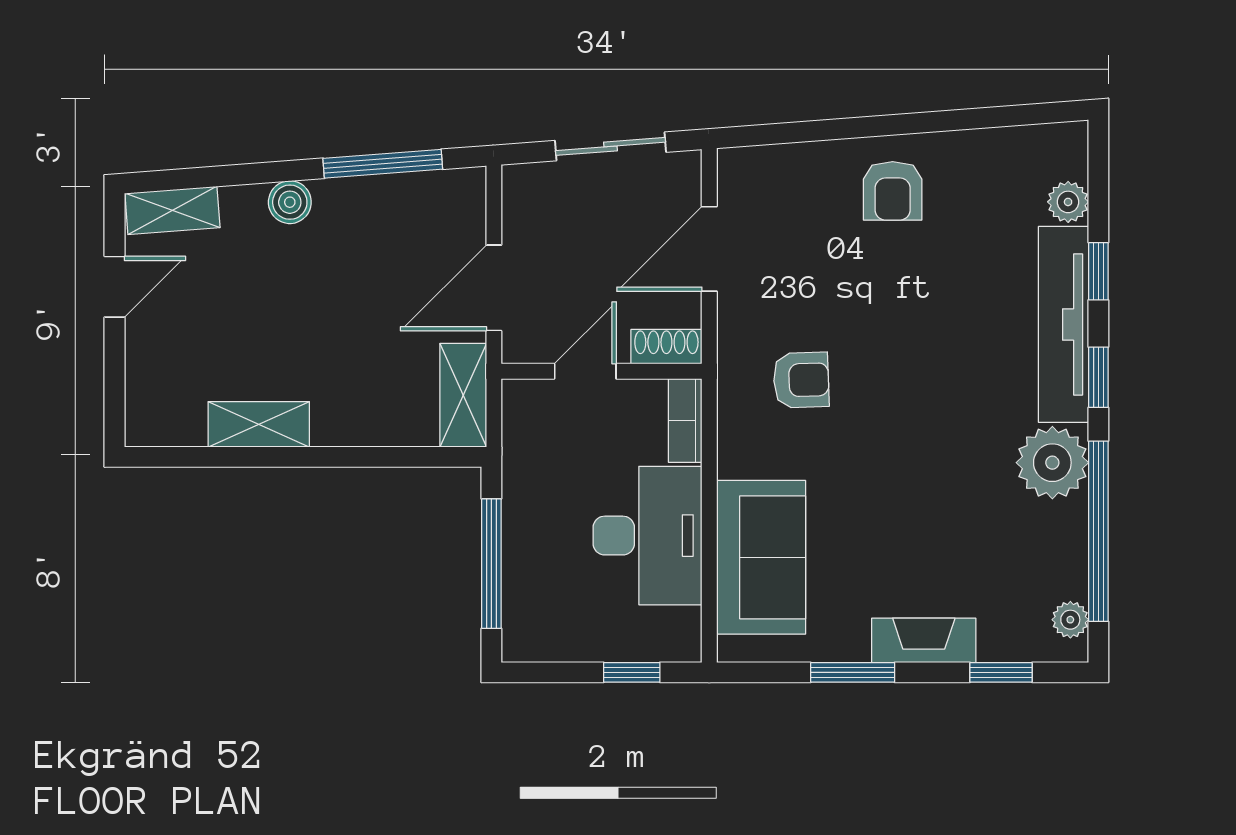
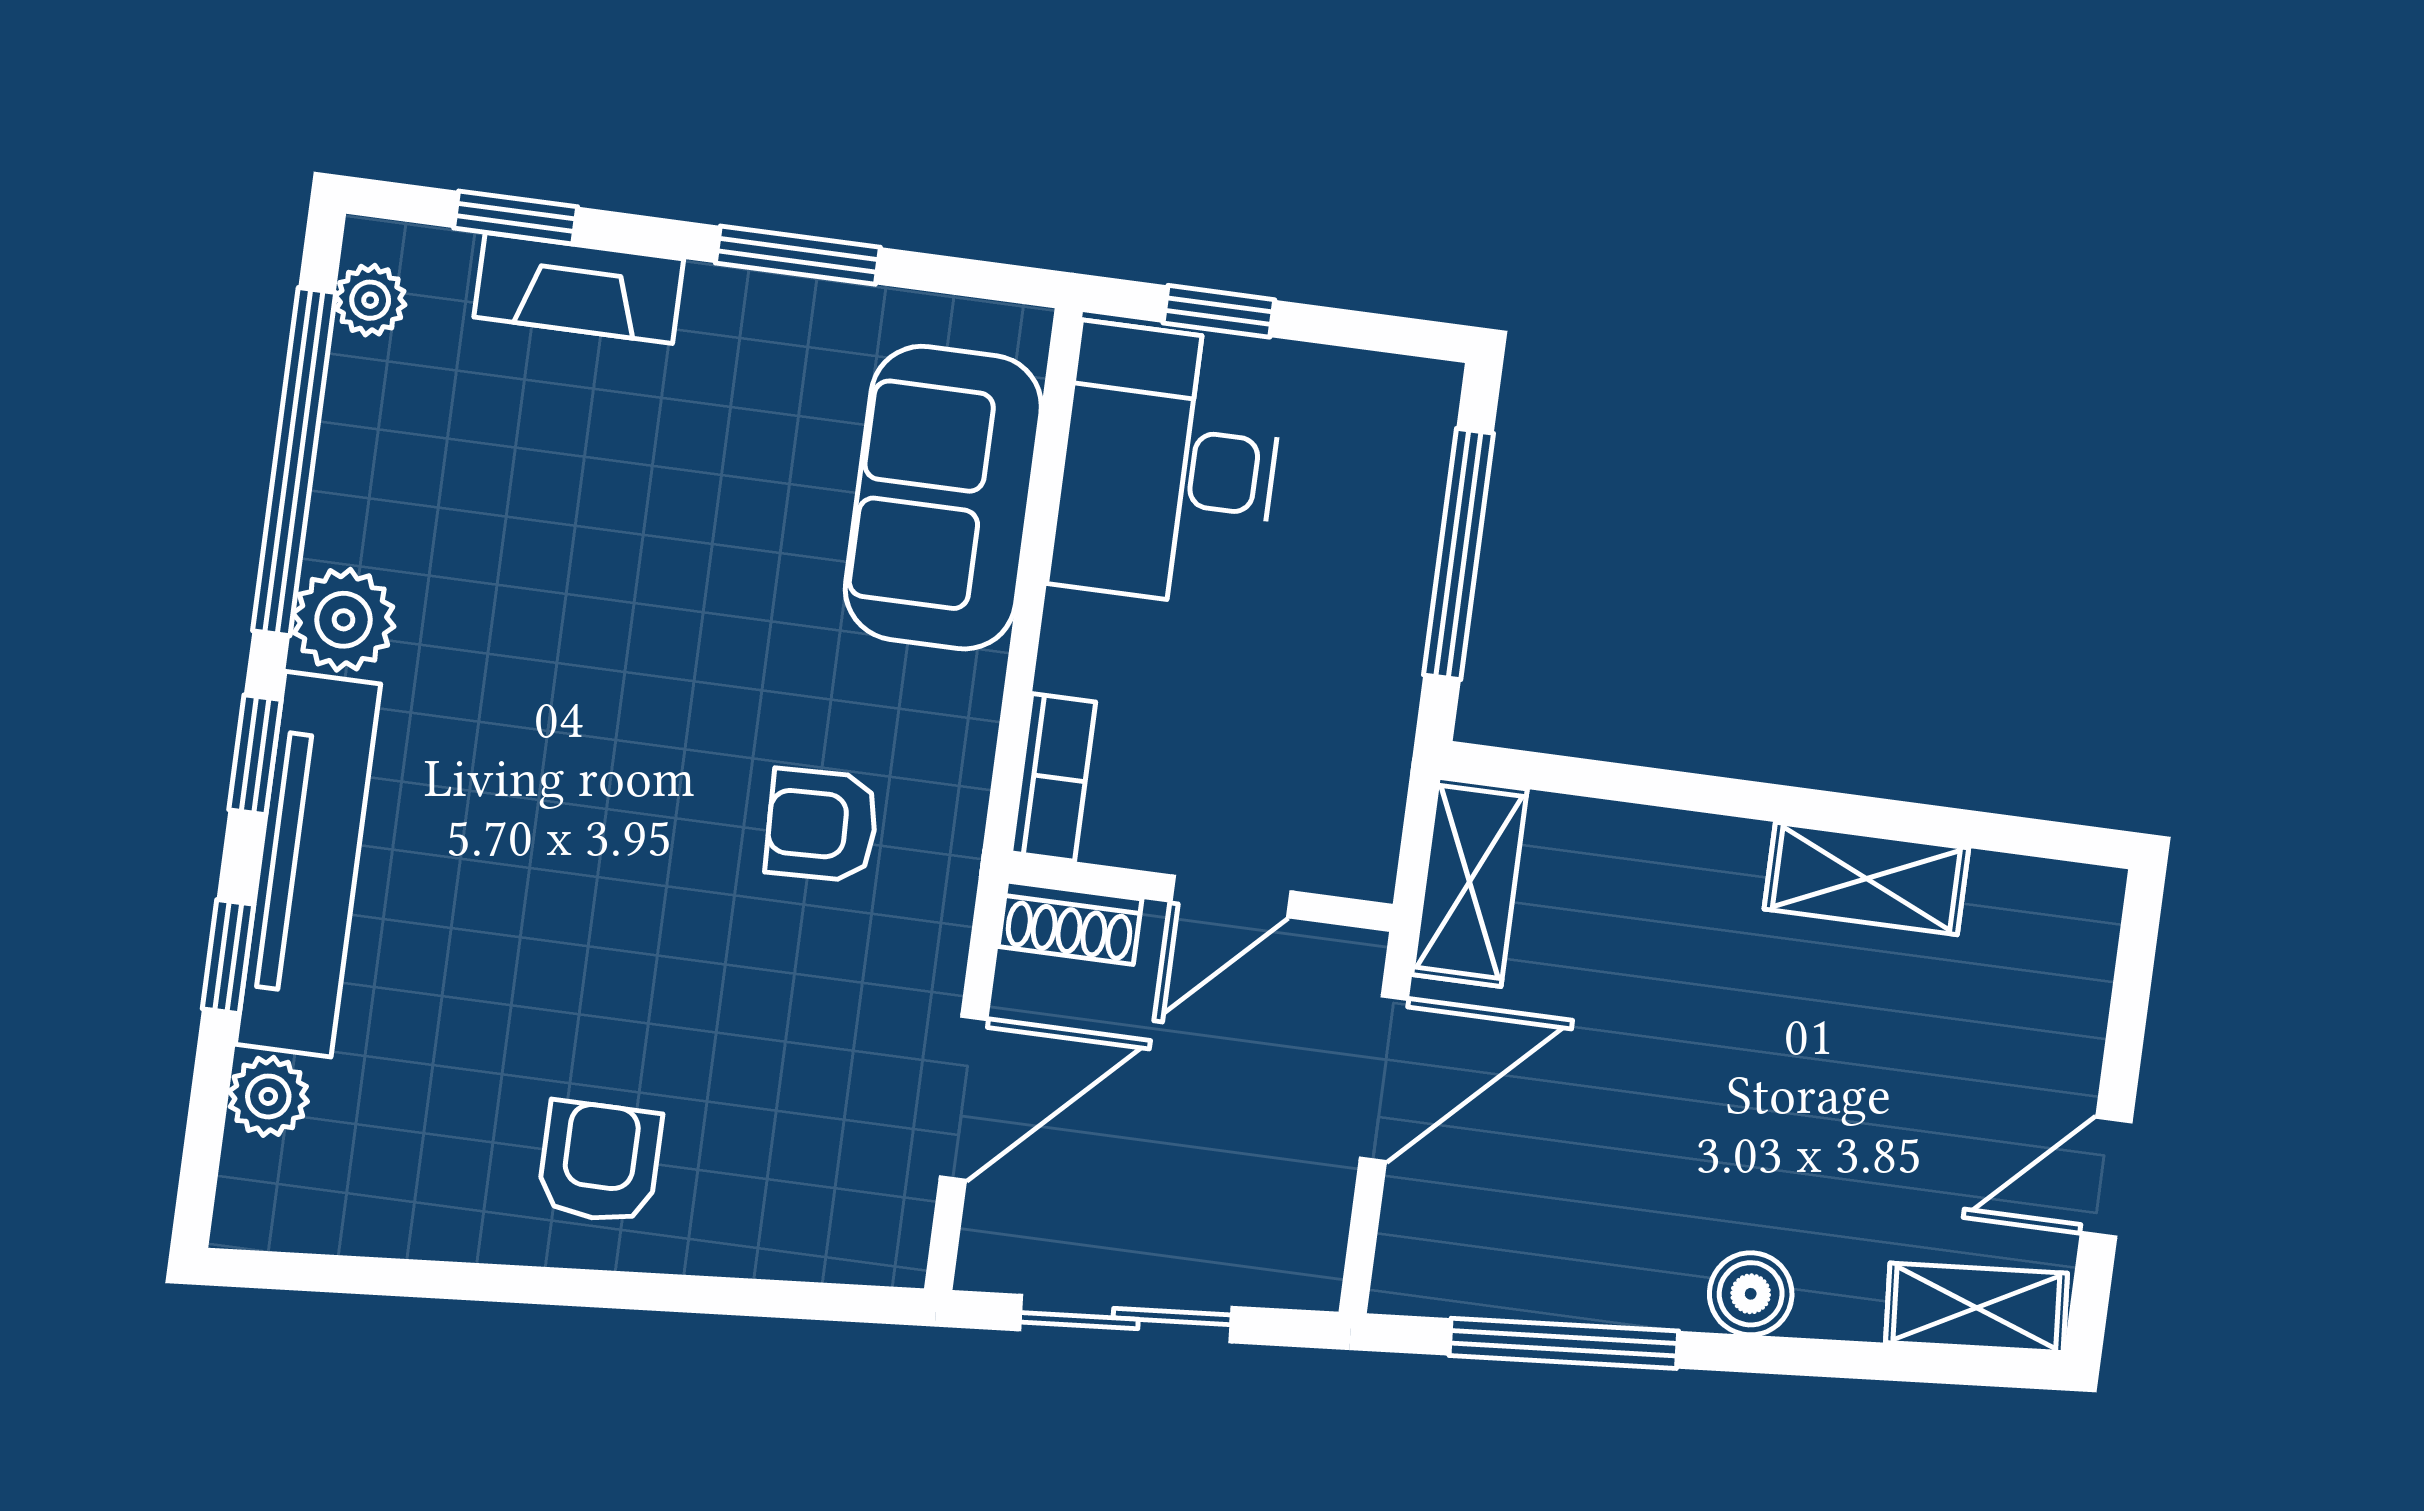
plant: (1052, 463) -> (344, 620), width x0.73, depth x0.73
desk: (647, 536) -> (1168, 465), moved
fireplace: (924, 640) -> (579, 288), moved

